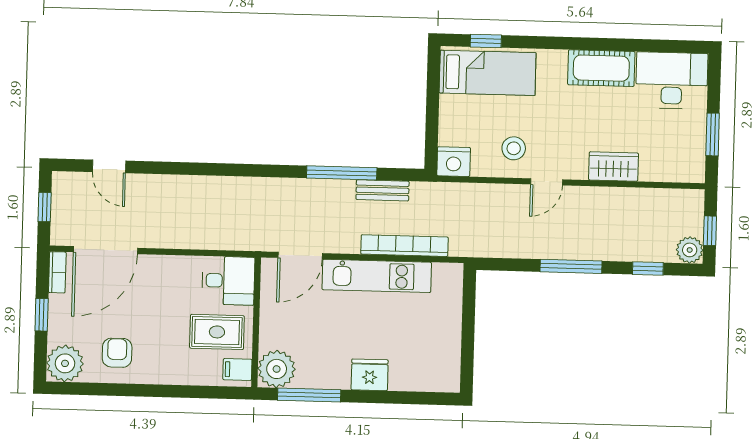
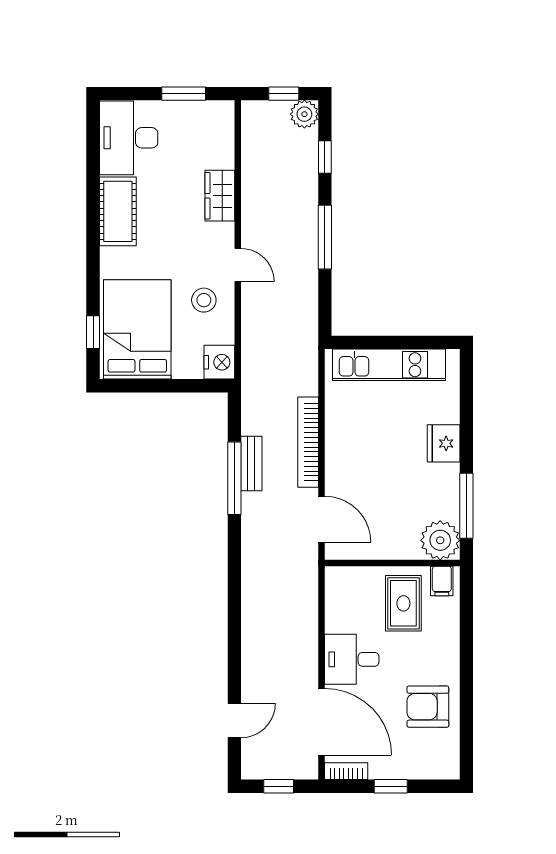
bed: (488, 73) -> (137, 329), width x1.50
bench: (383, 190) -> (251, 464), moved
bookcase: (404, 246) -> (308, 442), moved
kitchen unit: (377, 276) -> (389, 365), moved, turned 90
desk: (228, 281) -> (352, 659), moved, turned -90
armchair: (117, 353) -> (428, 707), width x1.38, depth x1.38
plant: (65, 363) -> (441, 760), removed

